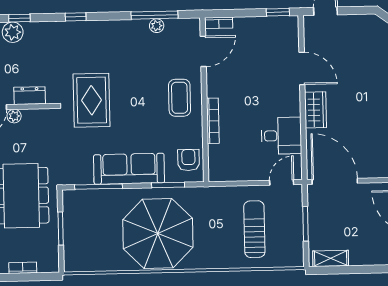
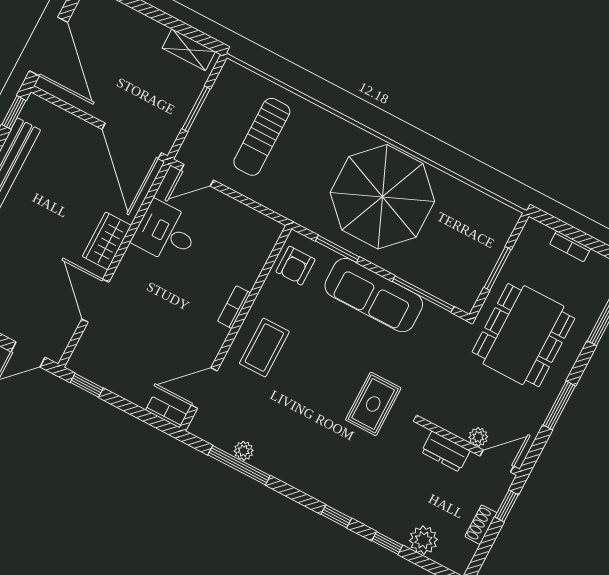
window: (19, 18) -> (387, 543), moved
rug: (92, 100) -> (373, 404), width x0.73, depth x0.70
bookcase: (213, 121) -> (234, 307), width x0.64

